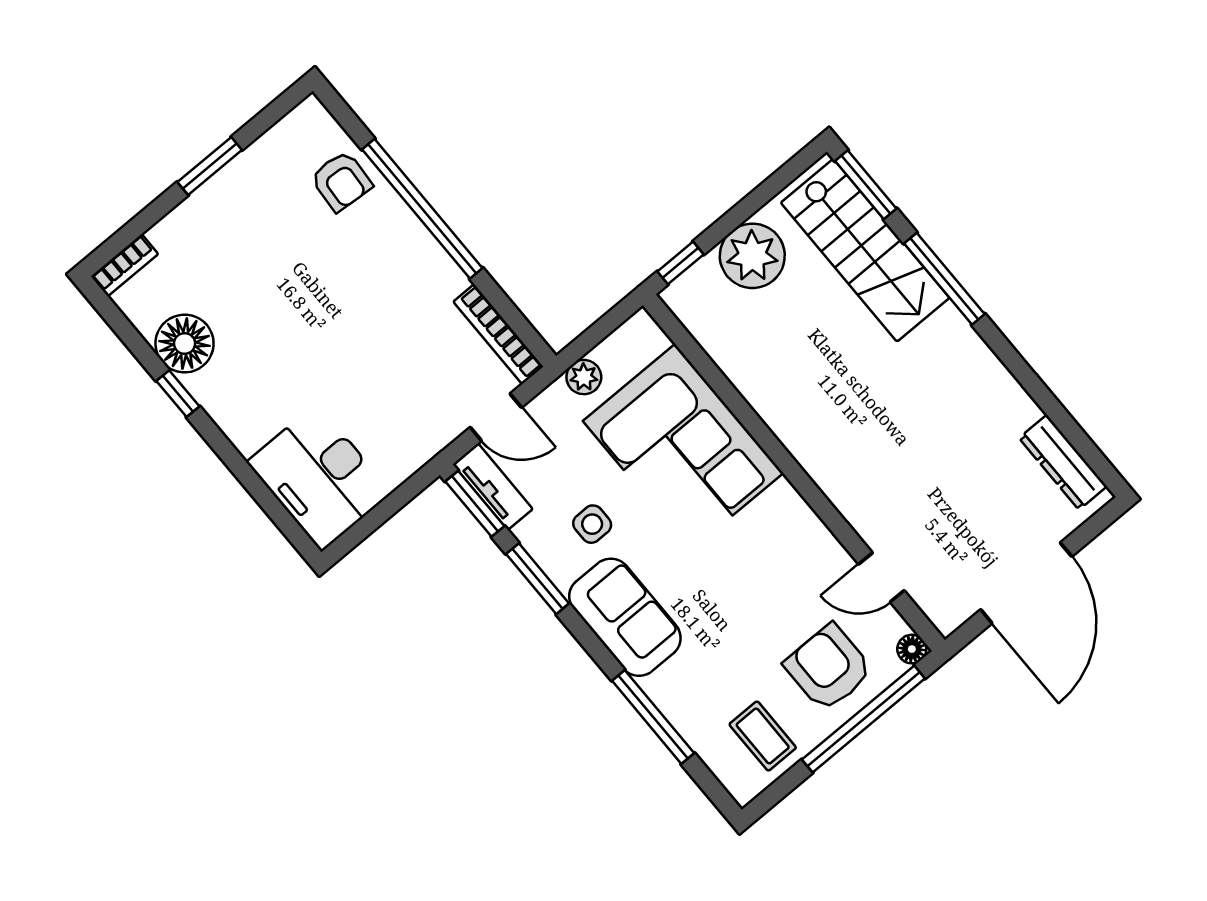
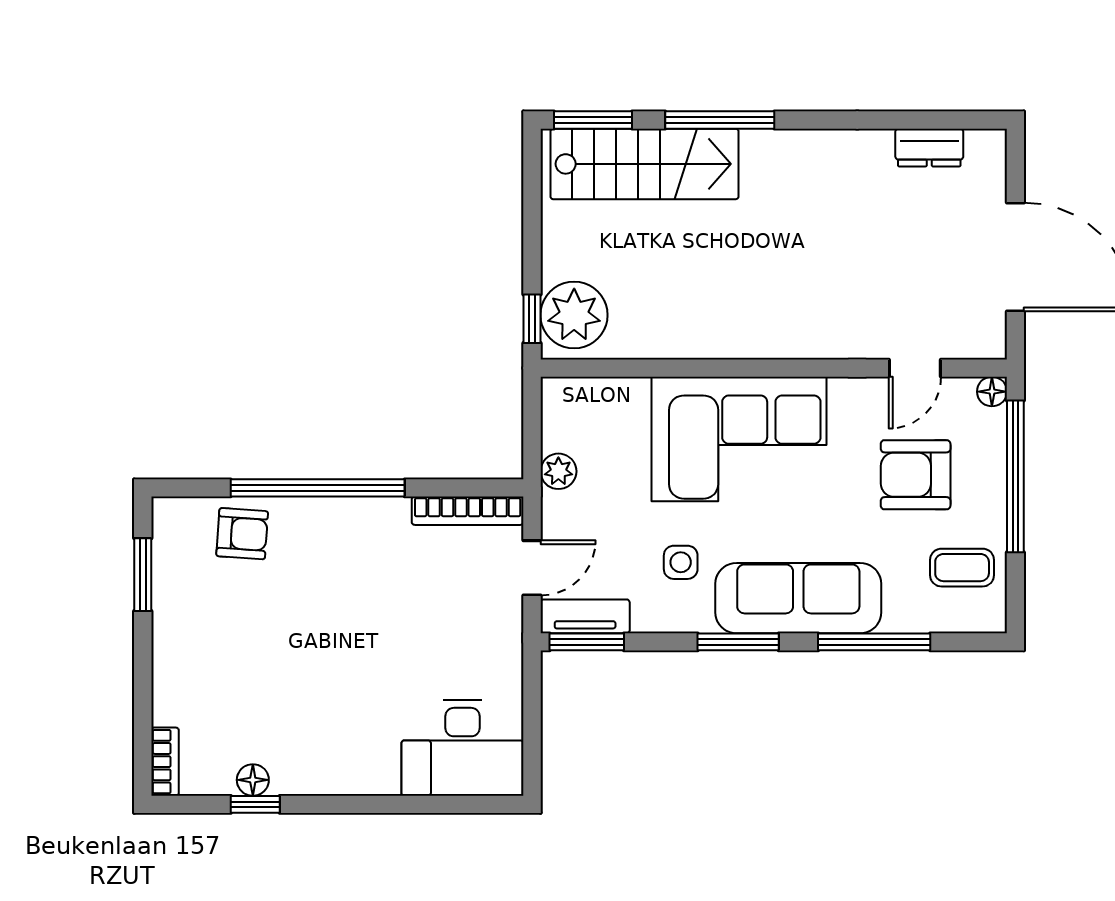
window: (210, 166) -> (143, 575), moved
plant: (752, 256) -> (574, 315), moved
floor lamp: (185, 344) -> (253, 780), width x0.53, depth x0.53
window: (178, 394) -> (255, 804), moved
corner sofa: (683, 447) -> (739, 439), moved
dresser: (1063, 462) -> (929, 148), width x0.70
window: (538, 579) -> (738, 642), moved
sofa: (625, 617) -> (798, 598), width x1.36
armchair: (828, 668) -> (916, 475), moved

